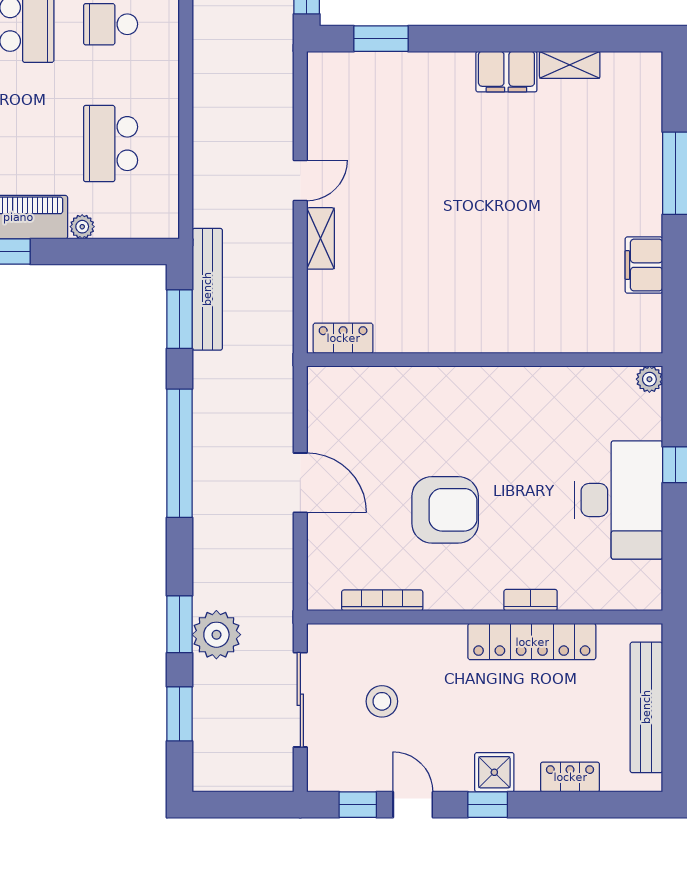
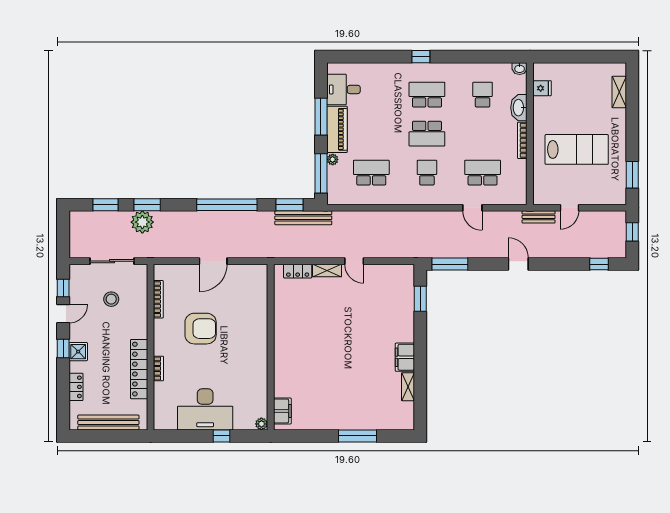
window: (112, 252) -> (321, 173), added
filing cabinet: (644, 265) -> (282, 411), moved, turned 90
locker: (343, 338) -> (298, 271), moved, turned 90
armchair: (445, 510) -> (201, 329), turned -90

